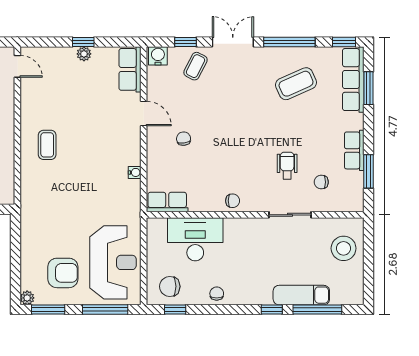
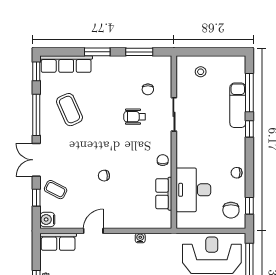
window: (368, 88) -> (97, 52), moved
chair: (184, 139) -> (104, 176), moved
row of seats: (354, 150) -> (123, 63), removed
row of seats: (167, 202) -> (164, 194), moved
stool: (344, 248) -> (201, 72), width x0.53, depth x0.53

